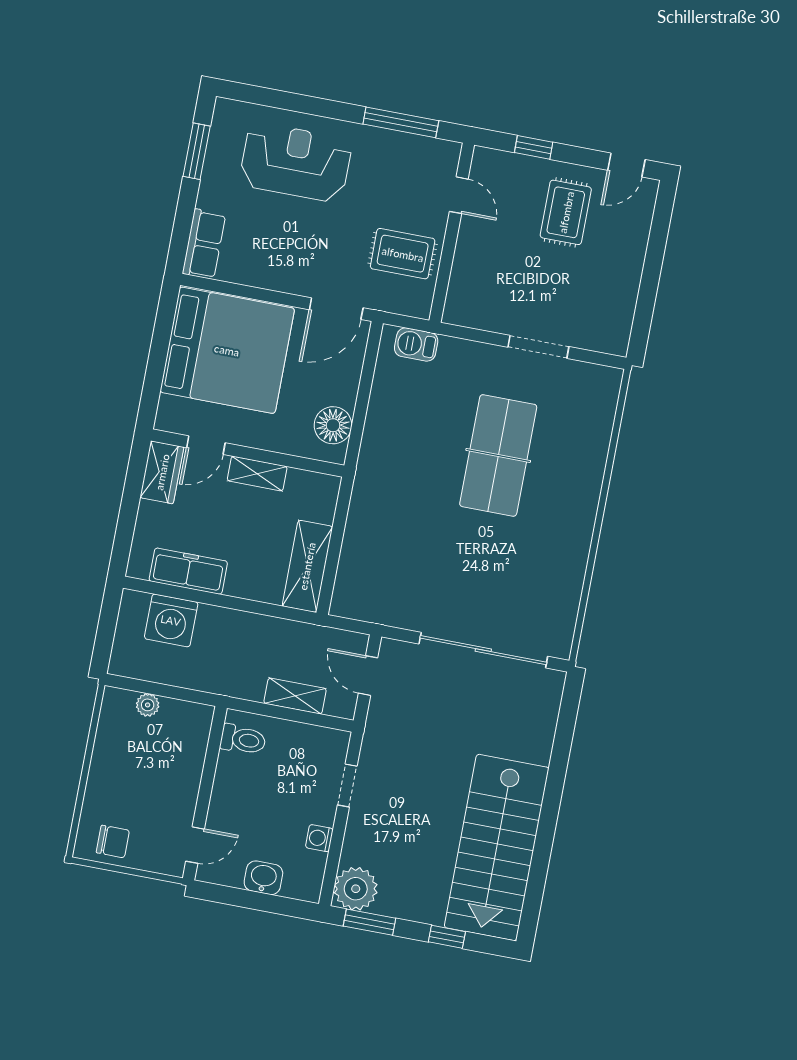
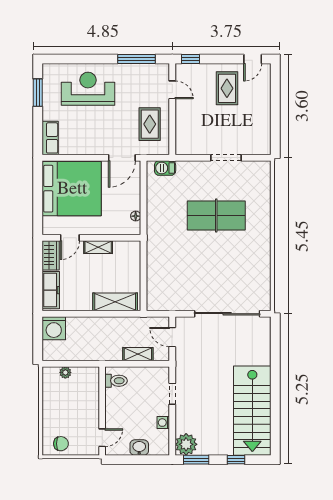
window: (534, 147) -> (191, 59), moved
rug: (403, 254) -> (150, 124), turned 90
floor lamp: (333, 425) -> (136, 216), width x0.53, depth x0.53
table tennis table: (498, 455) -> (216, 215), turned 90
shelving: (307, 566) -> (115, 302), moved, turned 90
freezer: (188, 571) -> (51, 290), moved, turned 90
washing machine: (171, 620) -> (54, 328), moved

